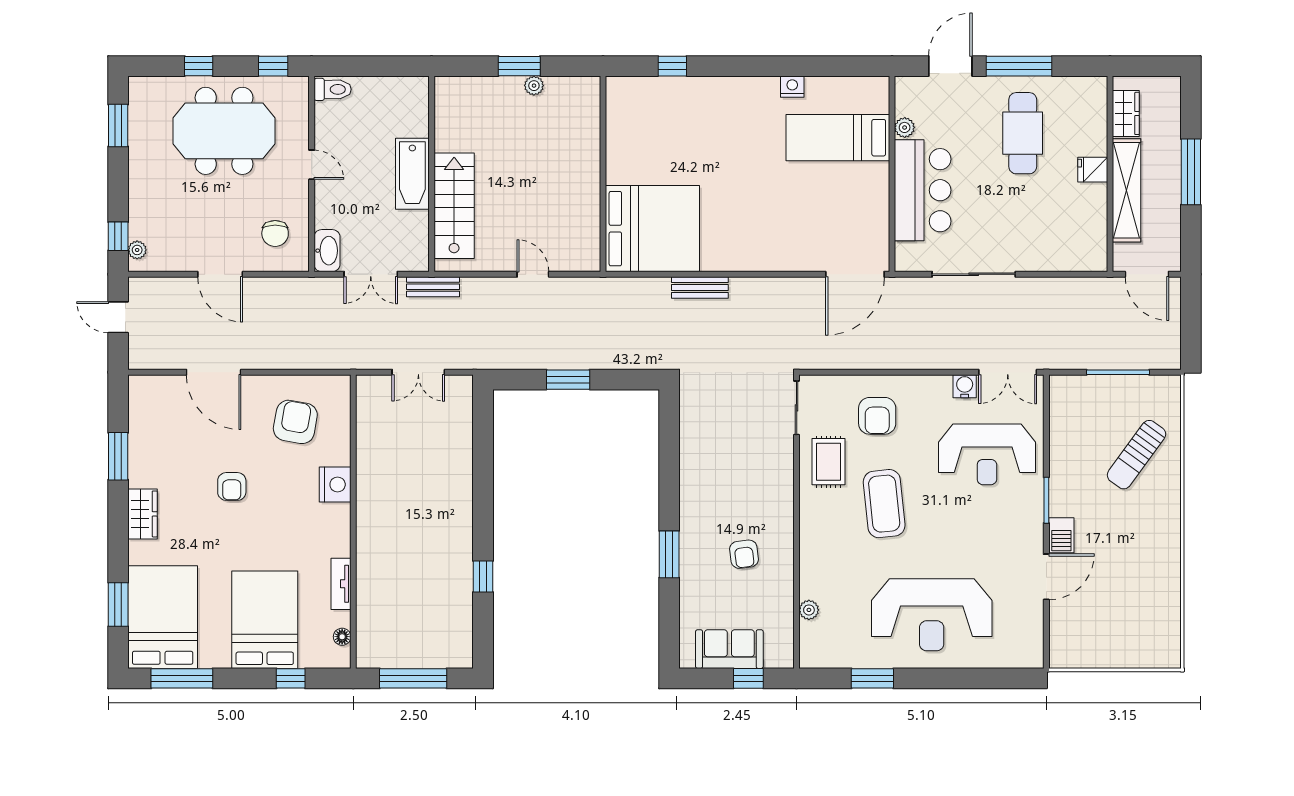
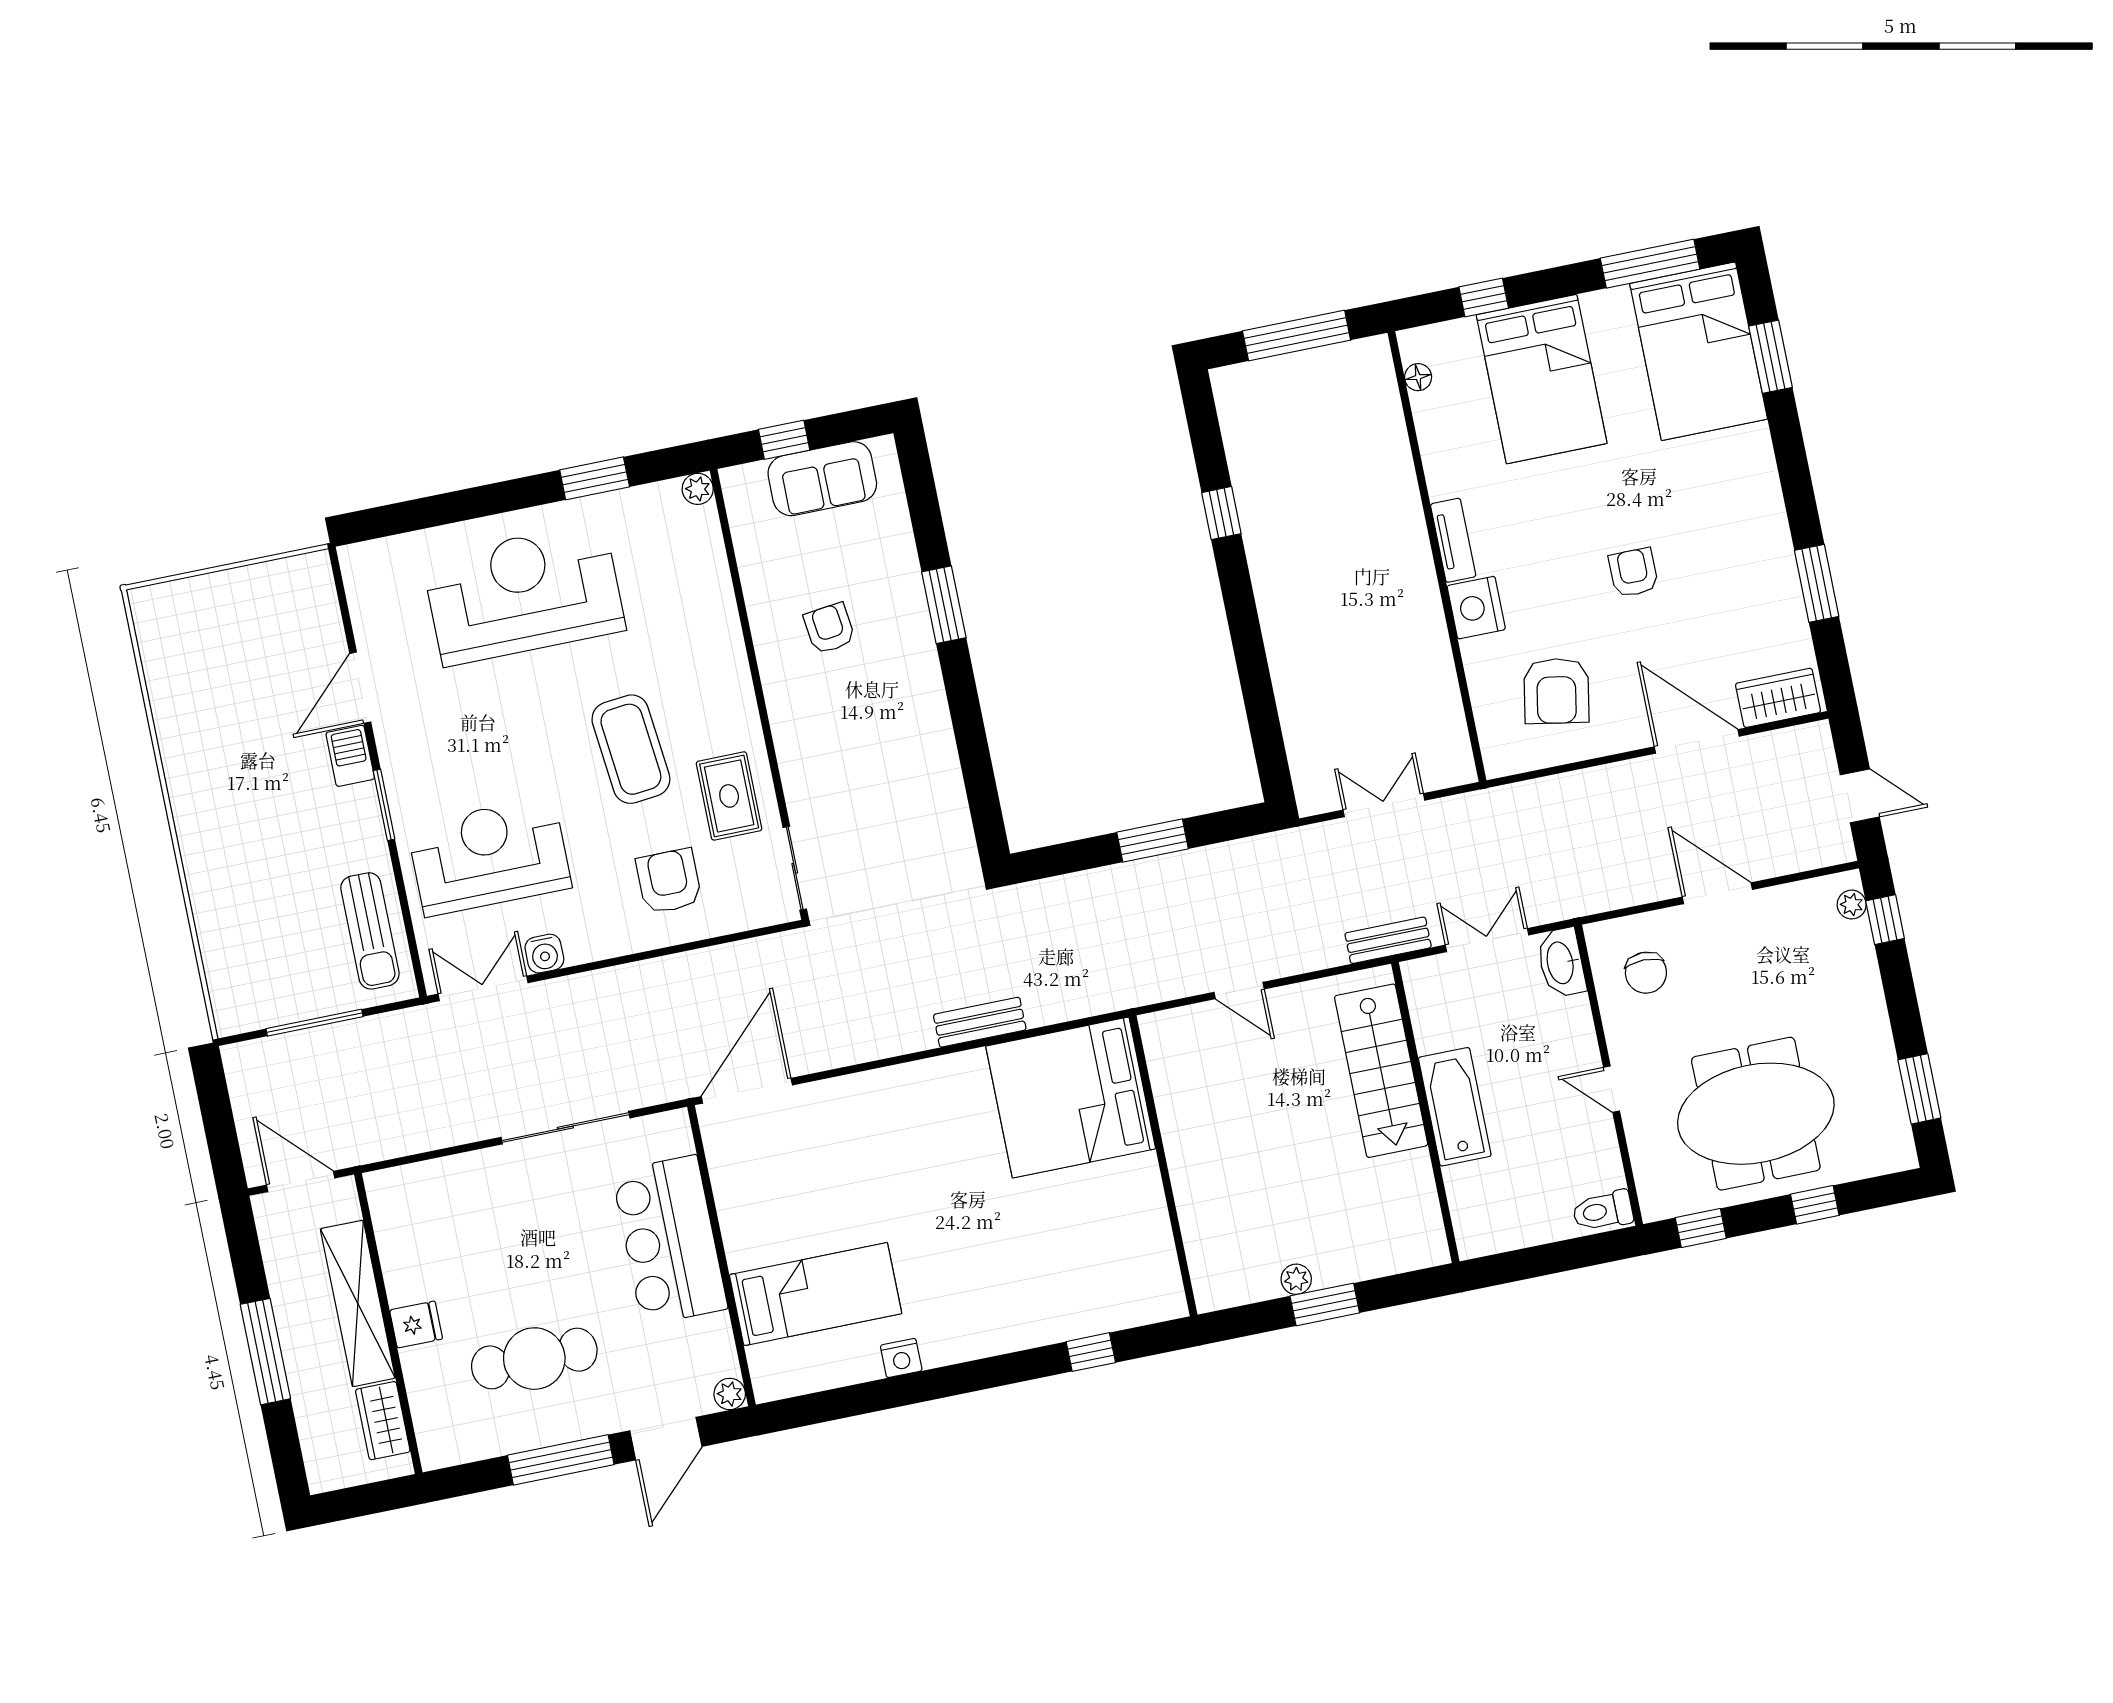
plant: (905, 127) -> (730, 1394), moved
cafe table: (1023, 133) -> (534, 1359), turned 90
chair: (275, 233) -> (1646, 973), turned 180
sun lounger: (1136, 455) -> (370, 931), moved, turned 144
wardrobe: (142, 514) -> (1778, 698), moved, turned 90
tv unit: (341, 584) -> (1453, 540), moved
plant: (809, 610) -> (698, 489), moved

